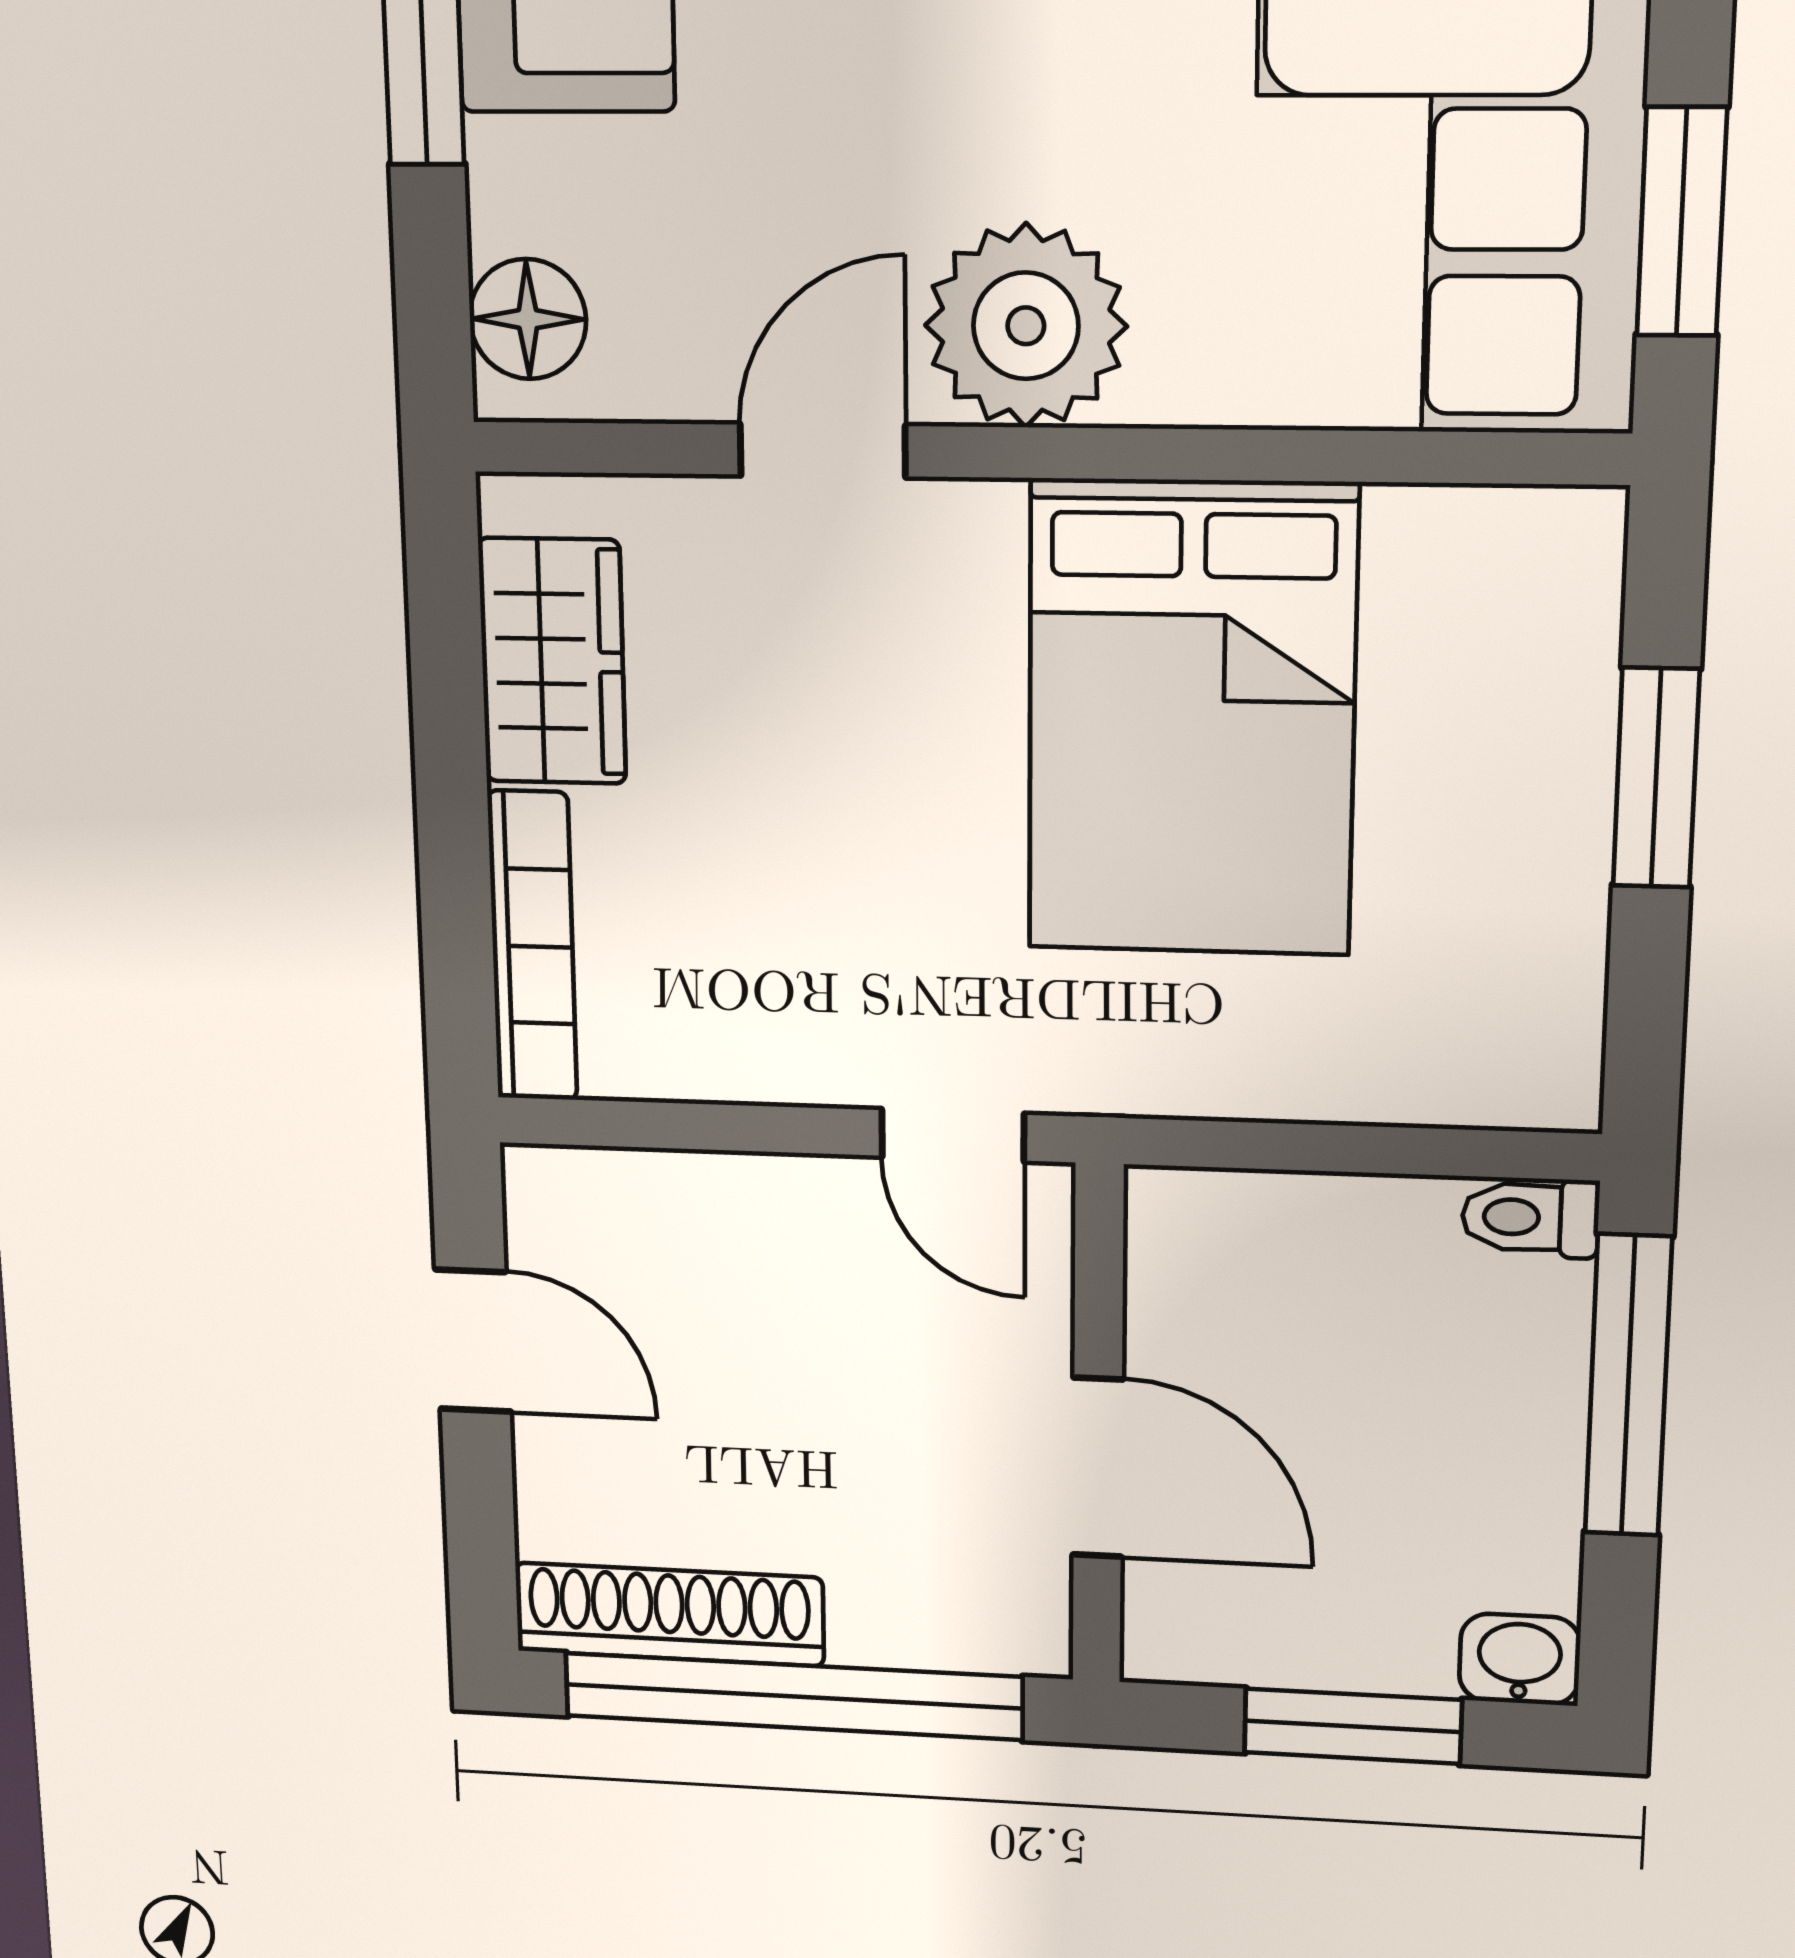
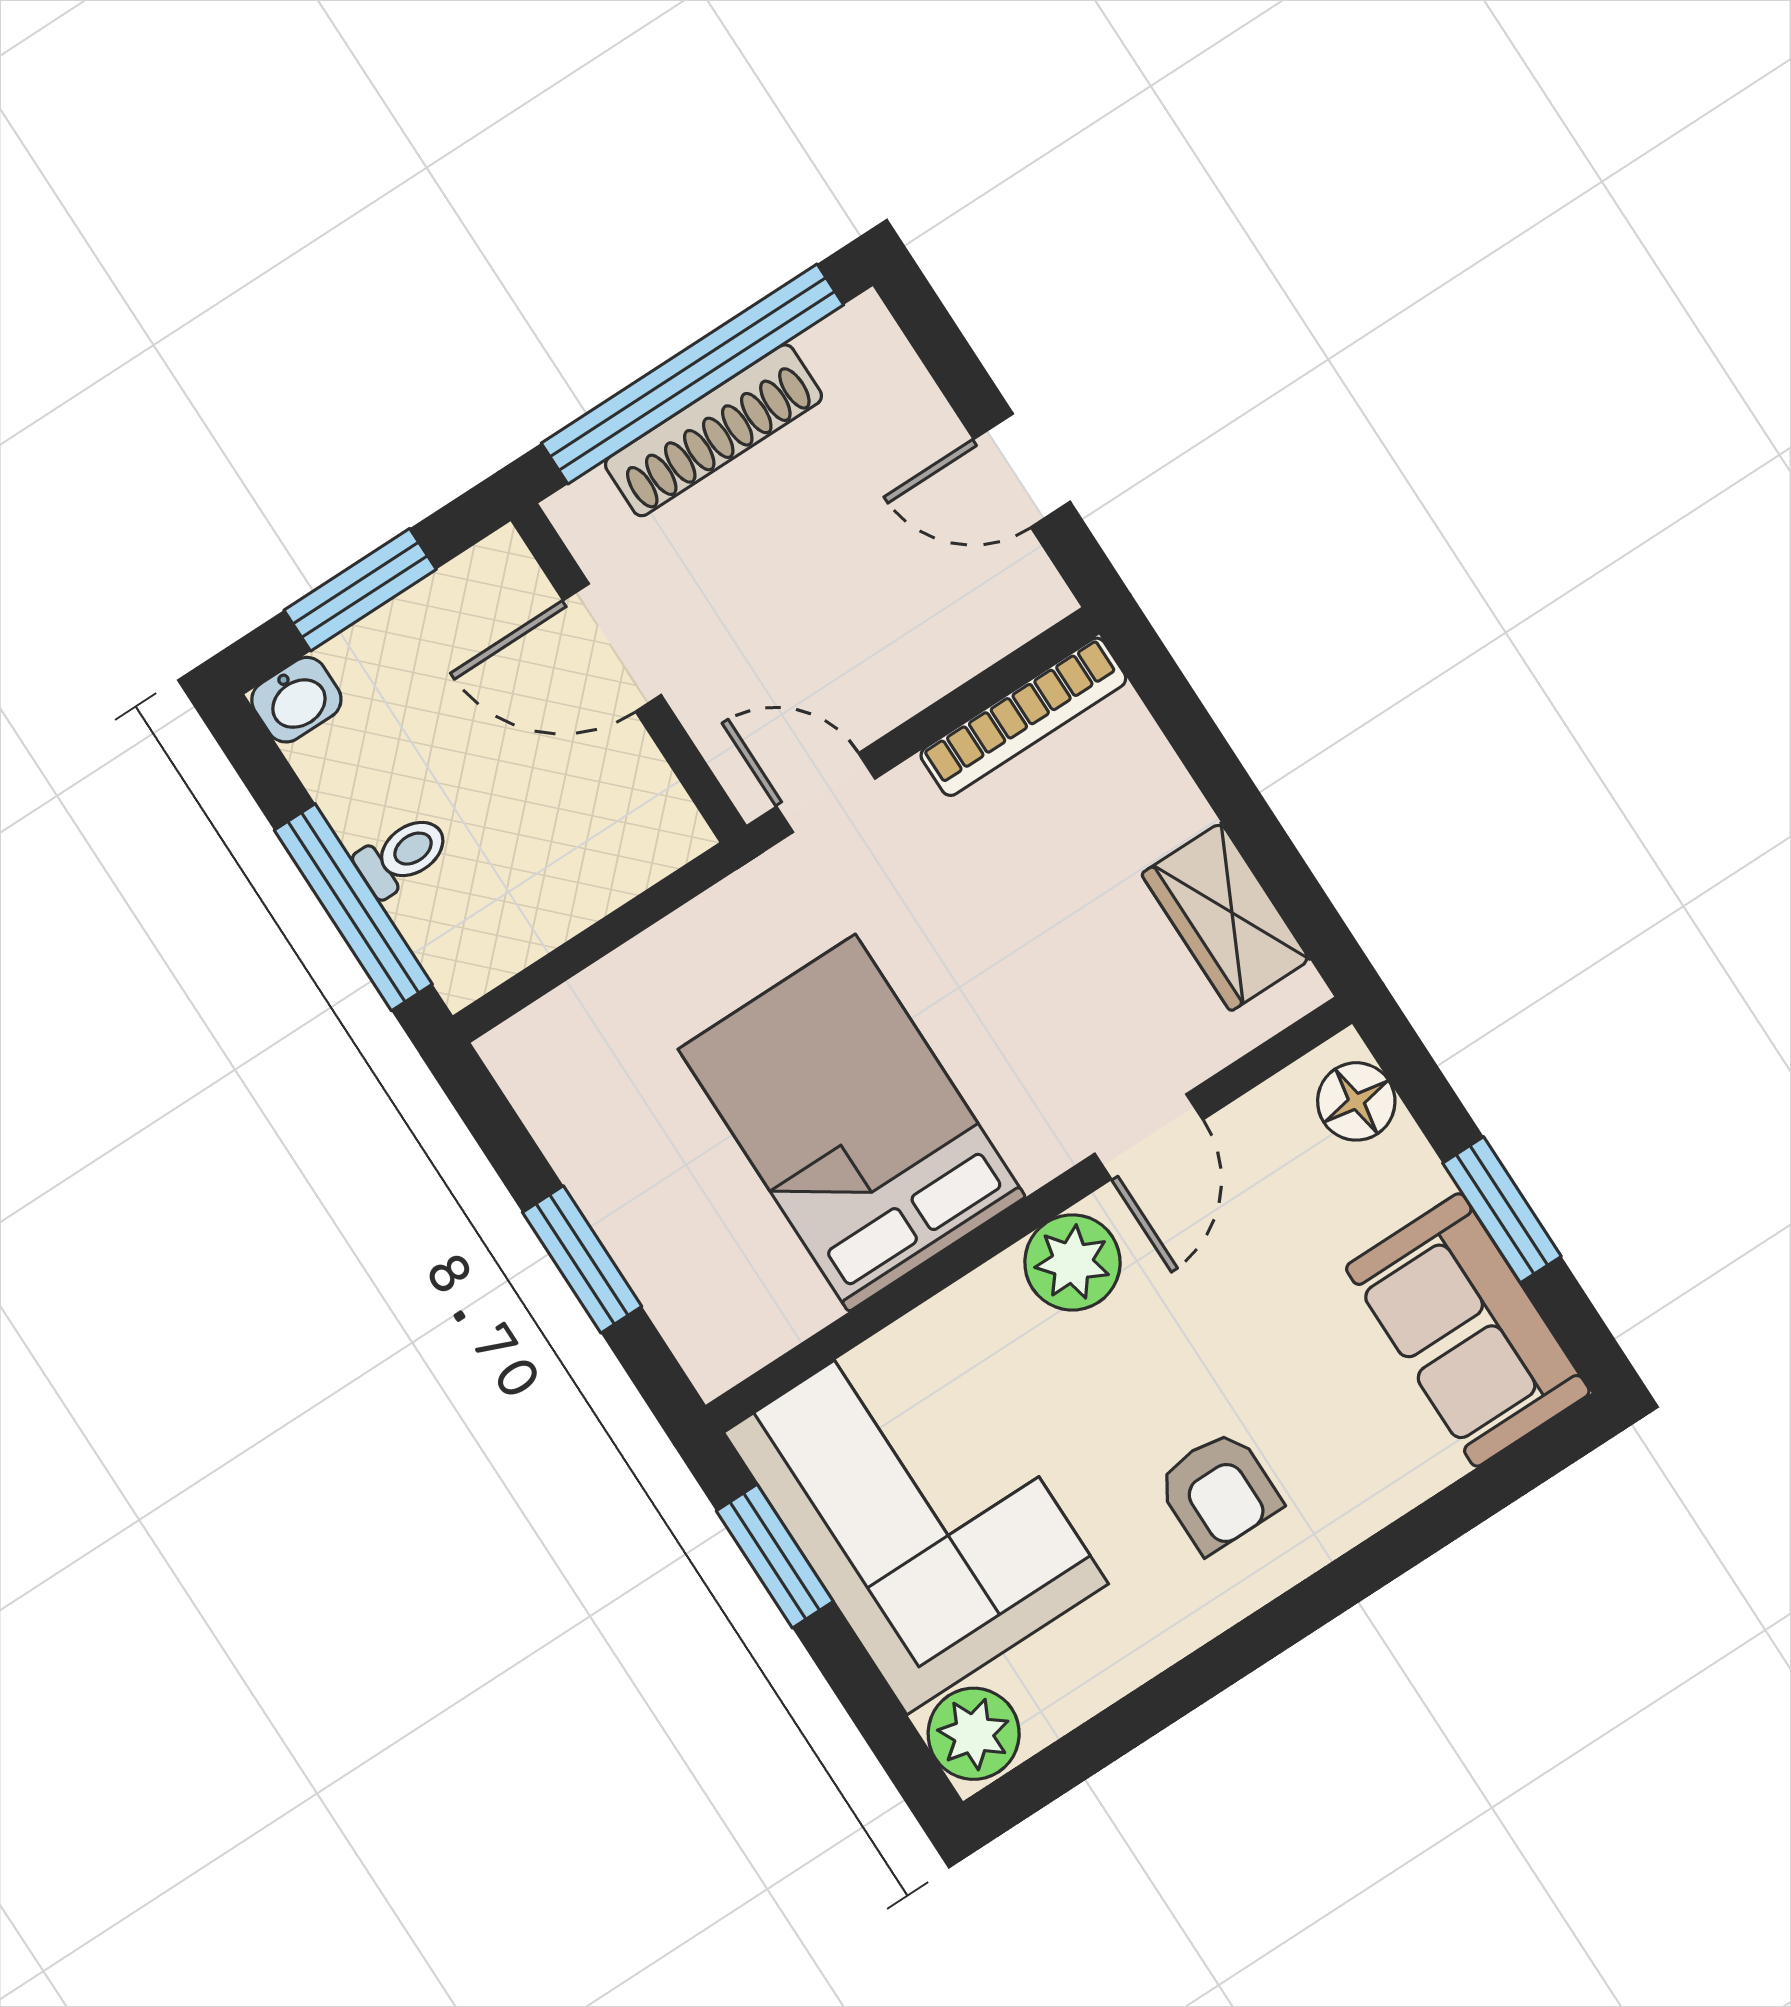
plant: (1026, 326) -> (1072, 1262), width x0.73, depth x0.73
bookcase: (532, 946) -> (1023, 717), moved, turned -90
toilet: (1530, 1218) -> (402, 855), moved
shoe rack: (669, 1614) -> (713, 430), moved

